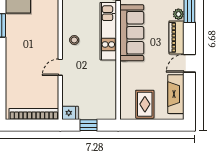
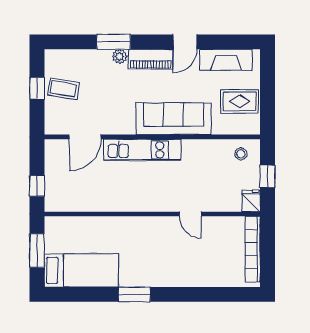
sofa: (132, 33) -> (174, 119), moved
stool: (74, 40) -> (241, 154), moved
door: (189, 63) -> (185, 42), hinge flipped

